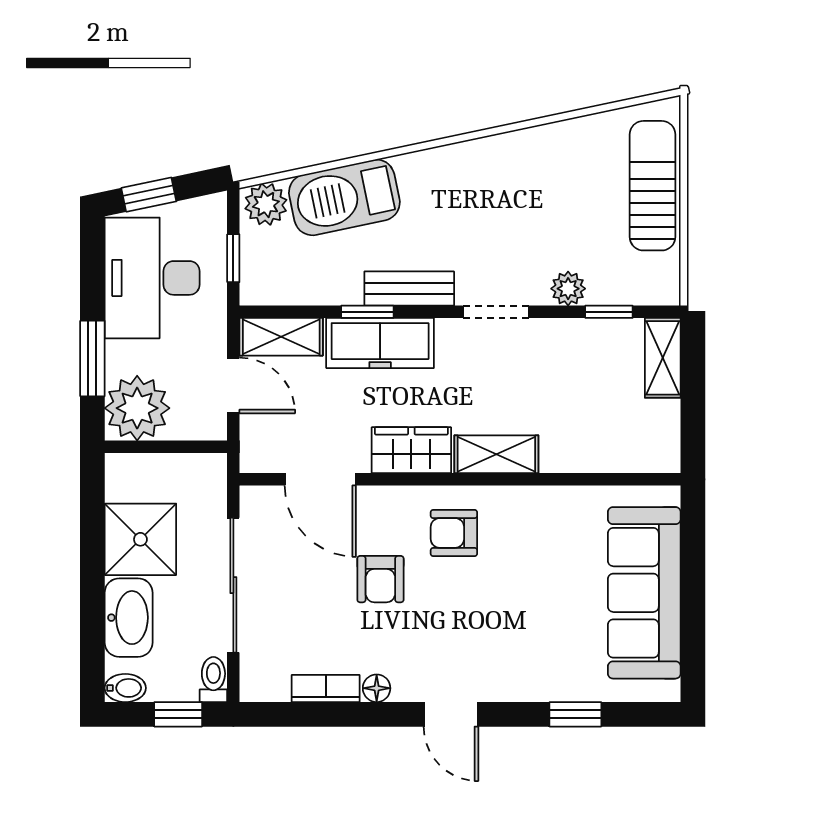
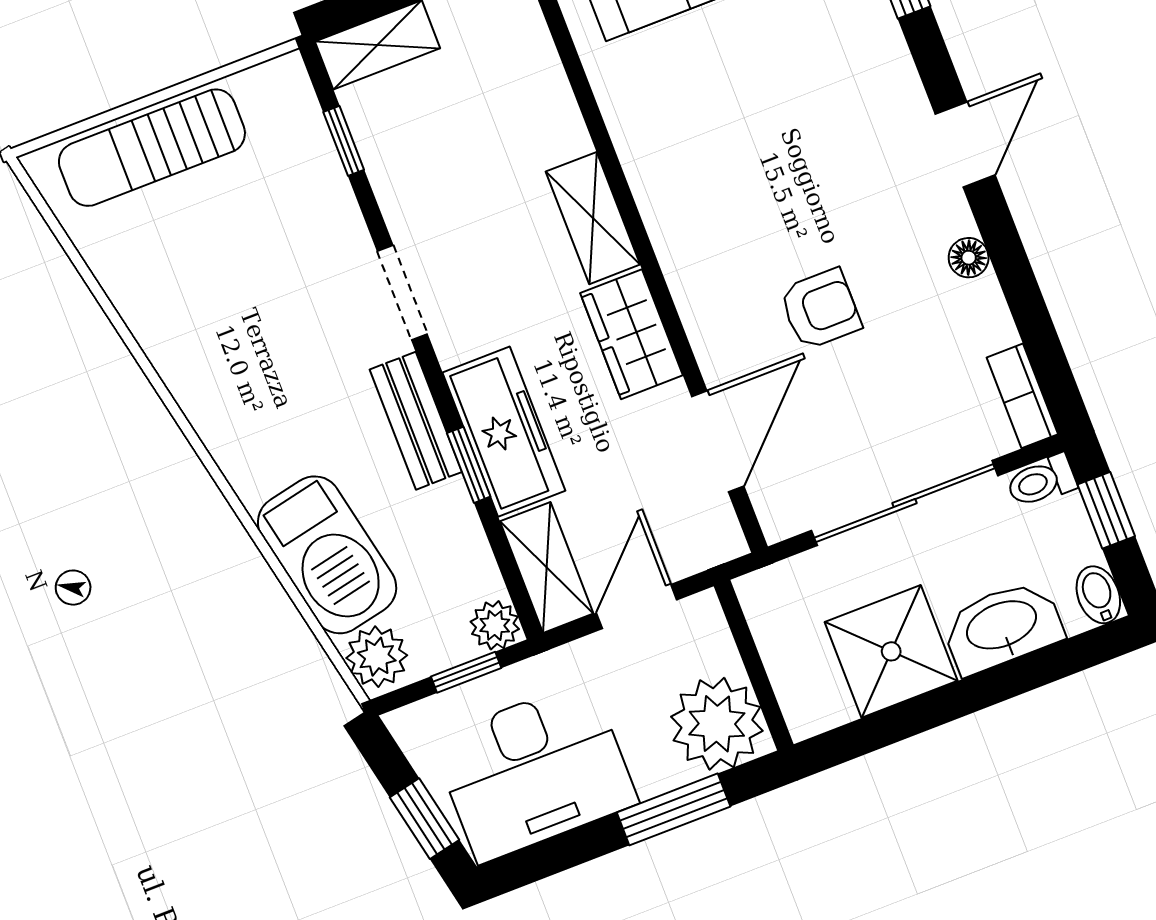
plant: (568, 289) -> (495, 625), moved
armchair: (454, 533) -> (720, 234), removed
bookcase: (326, 688) -> (1022, 396), moved

